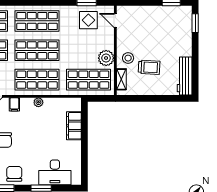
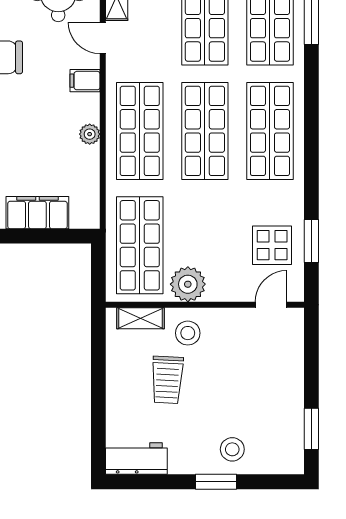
window: (195, 23) -> (216, 482), moved
stool: (180, 38) -> (232, 449), added
workbench: (185, 76) -> (136, 459), width x0.73

